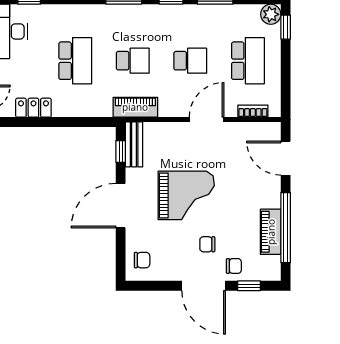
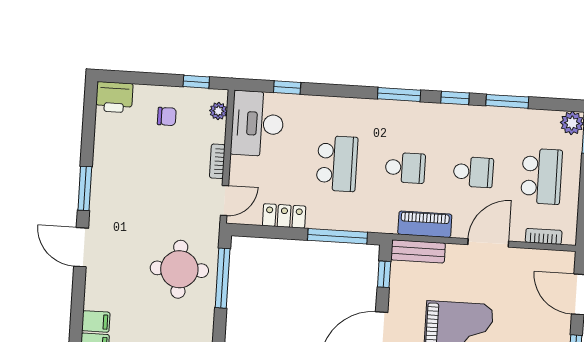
piano: (135, 107) -> (425, 224), moved
window: (79, 122) -> (338, 236), added
bench: (134, 144) -> (418, 251), moved, turned 90

